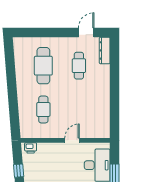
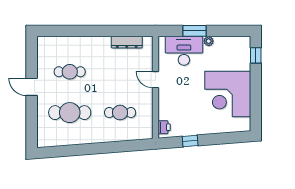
door: (86, 33) -> (32, 87), moved
dresser: (105, 50) -> (127, 42), moved

